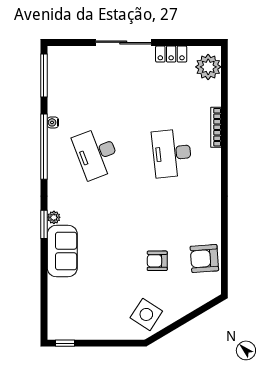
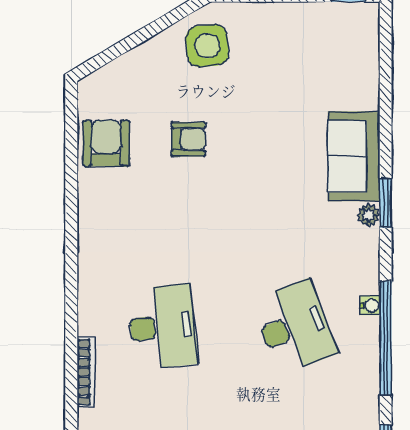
water cooler: (53, 122) -> (370, 306), moved
armchair: (204, 258) -> (106, 143), turned -86
side table: (146, 314) -> (207, 46), turned -38

